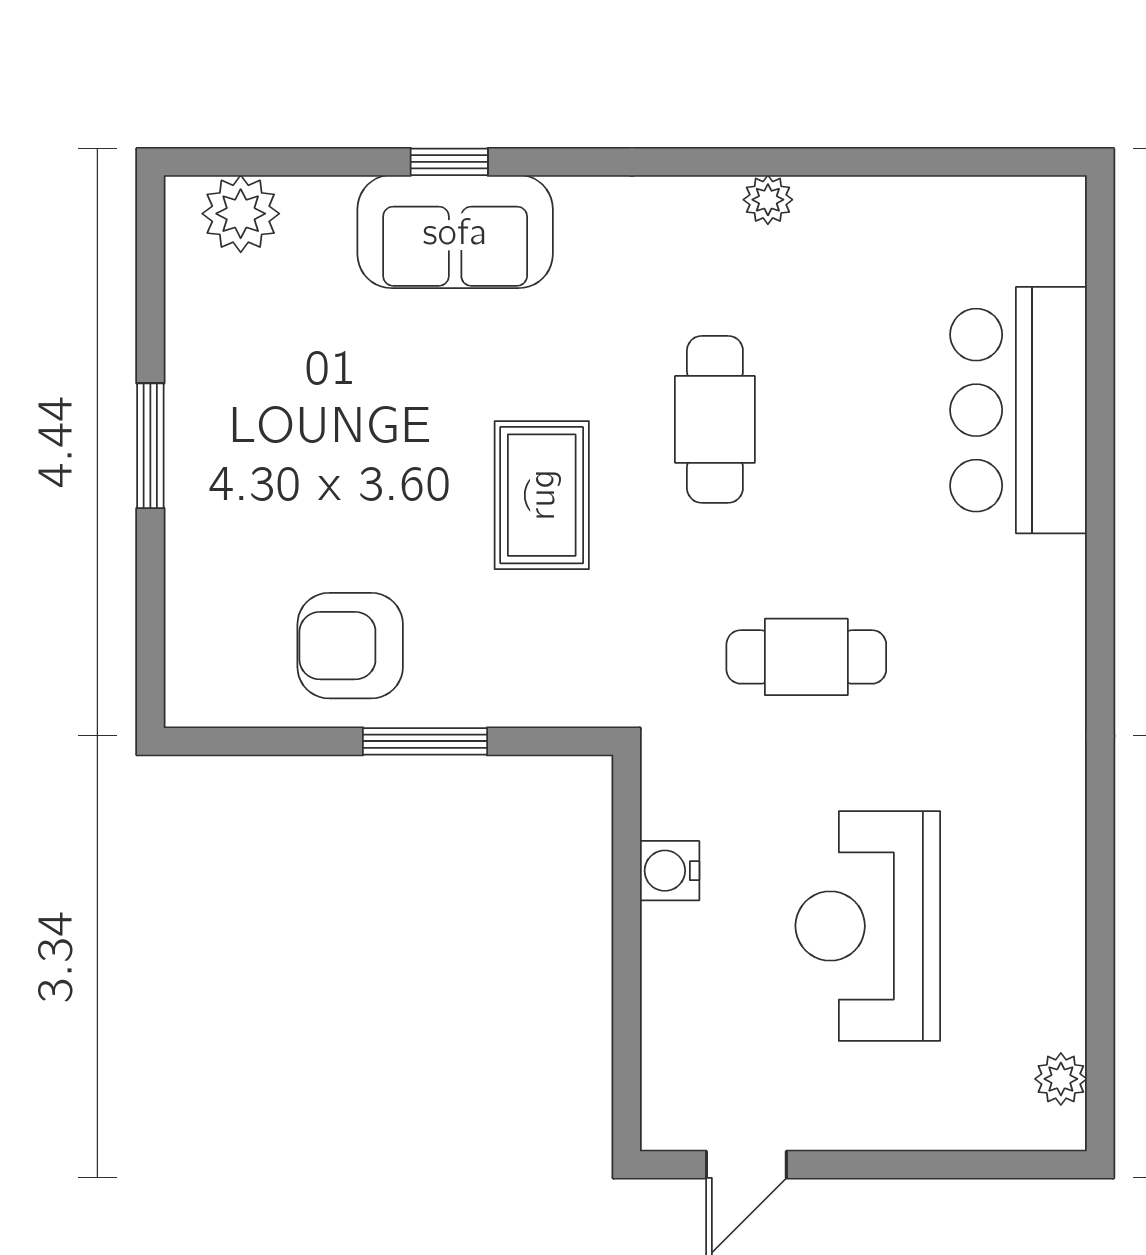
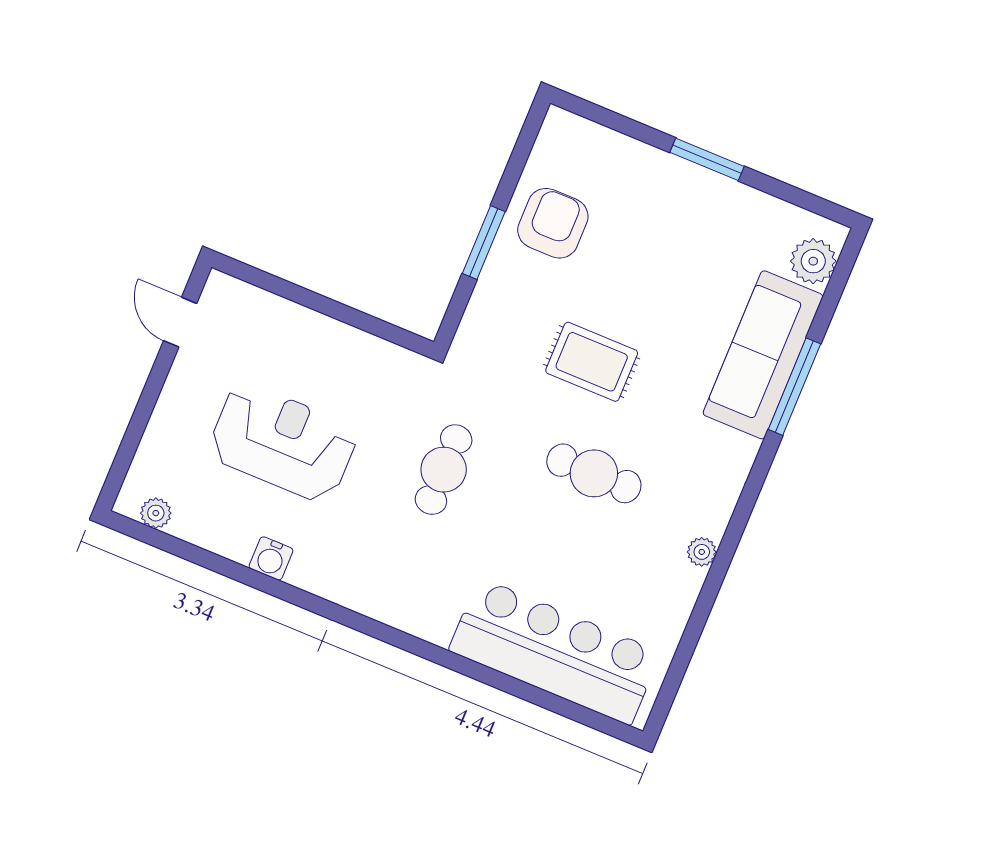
window: (449, 162) -> (794, 387), width x2.17
sofa: (455, 232) -> (763, 355), width x1.36
bar counter: (1019, 410) -> (555, 651), width x1.36
water cooler: (670, 871) -> (271, 558), moved, turned 180

